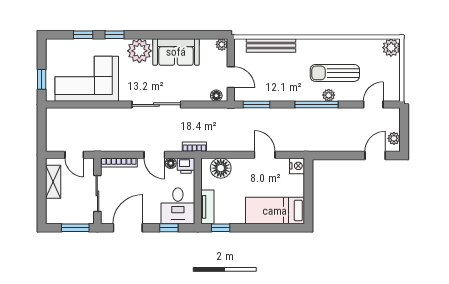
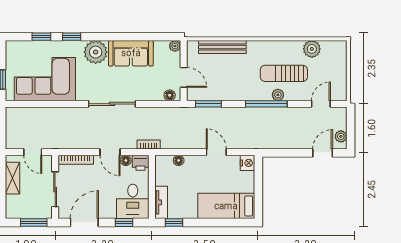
plant: (391, 48) -> (312, 49), moved
floor lamp: (221, 168) -> (179, 160), width x0.53, depth x0.53

